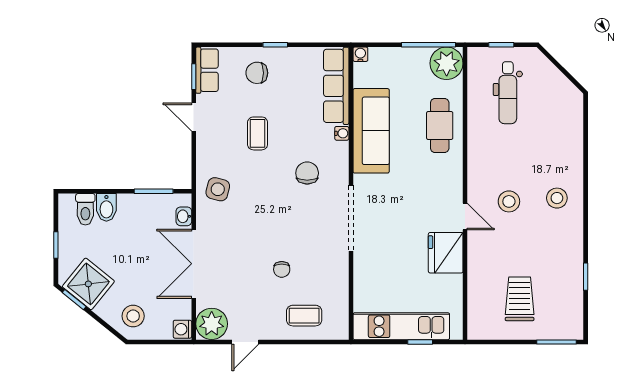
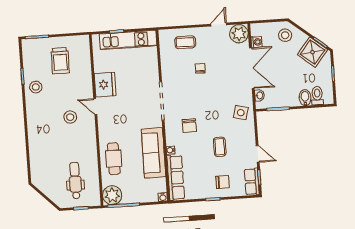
stool: (557, 198) -> (36, 87), moved
washing machine: (182, 329) -> (257, 42), moved

